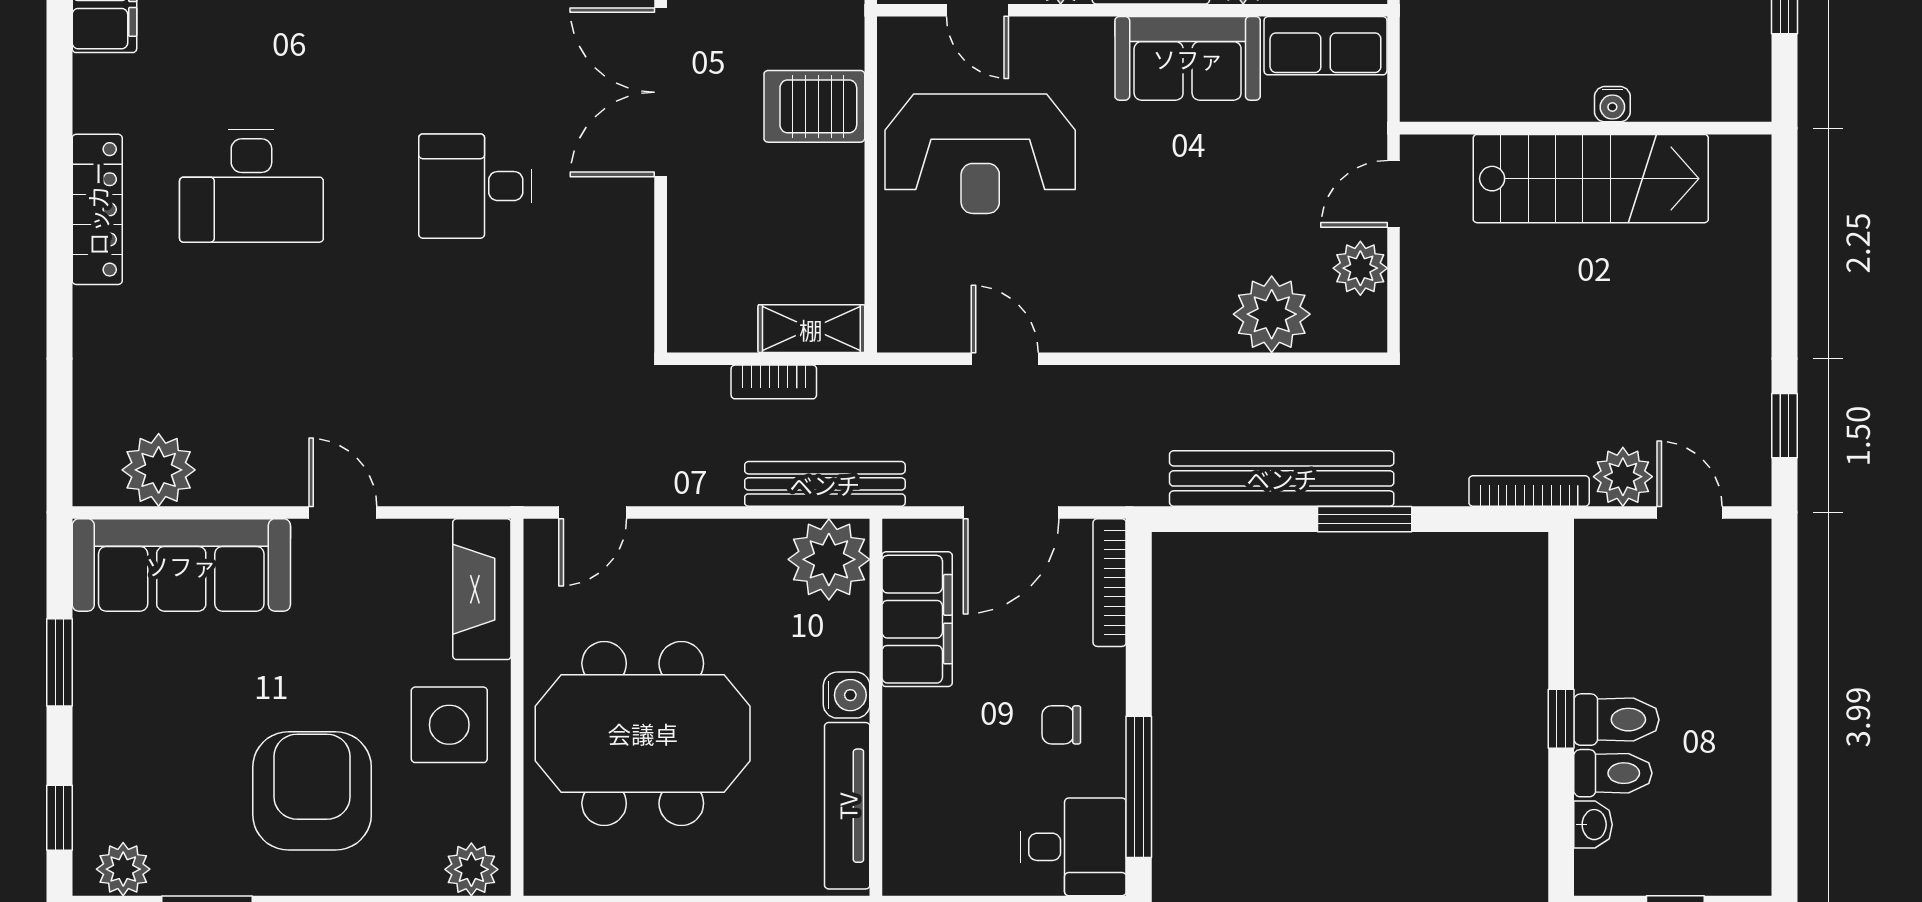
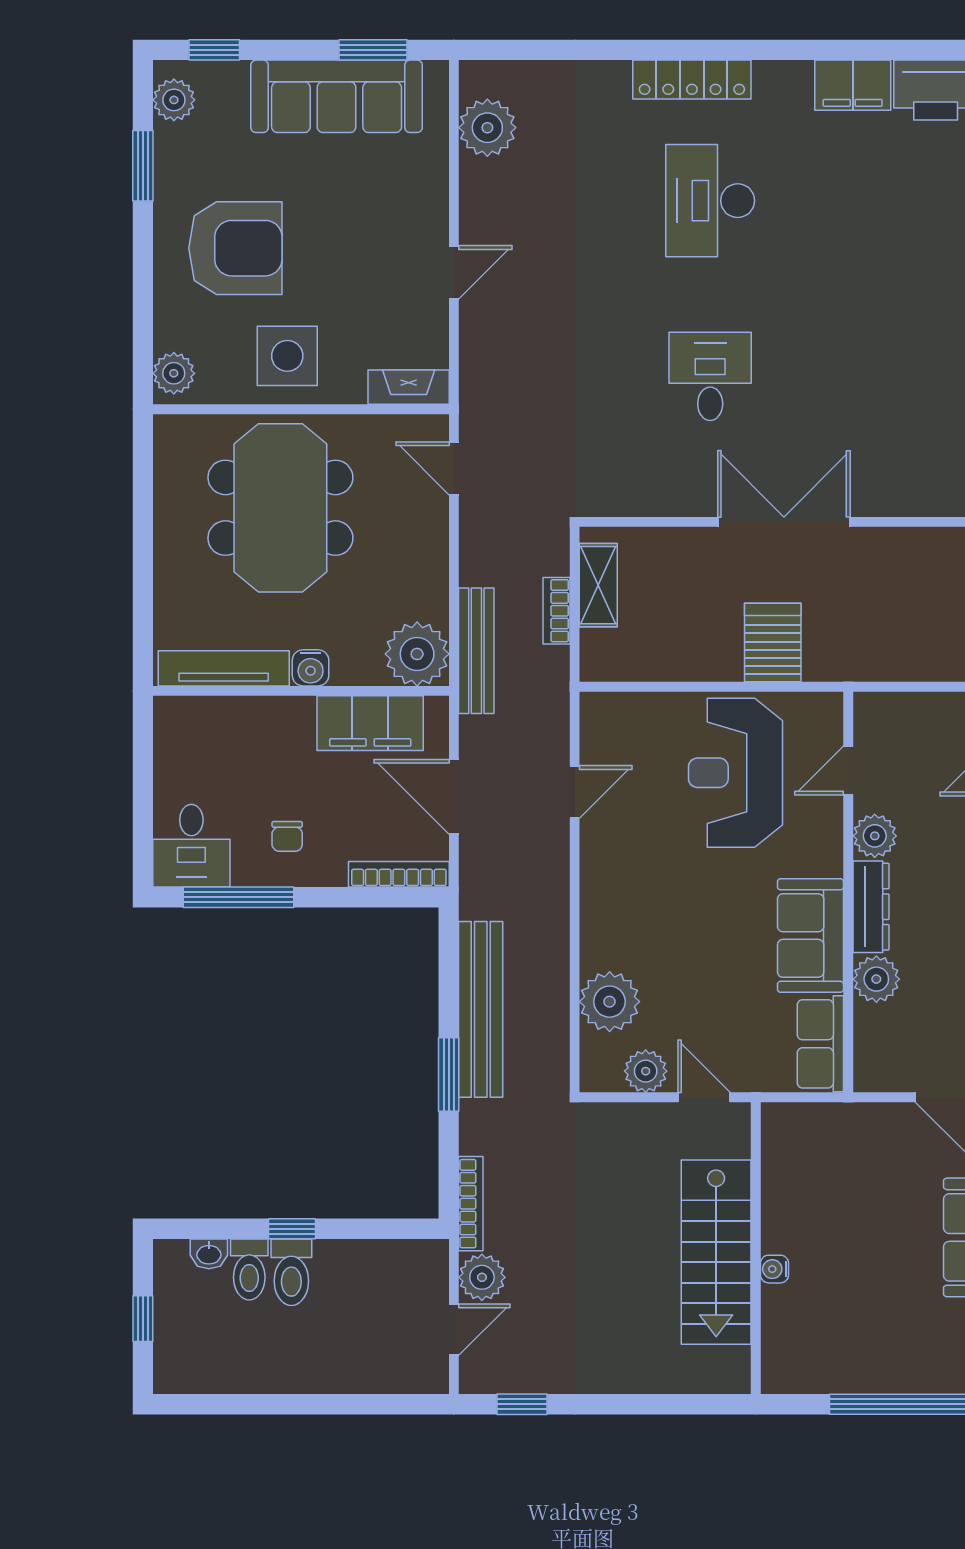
shelving: (811, 329) -> (598, 585), moved
sofa: (181, 565) -> (337, 96), moved, turned -90
fireplace: (482, 589) -> (409, 387), width x0.73, depth x0.76
window: (59, 662) -> (373, 50), moved
chair: (1061, 725) -> (287, 836), turned 180

